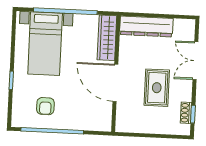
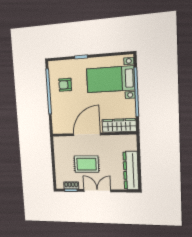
dresser: (146, 26) -> (131, 171), moved
double door: (195, 61) -> (97, 191), moved

